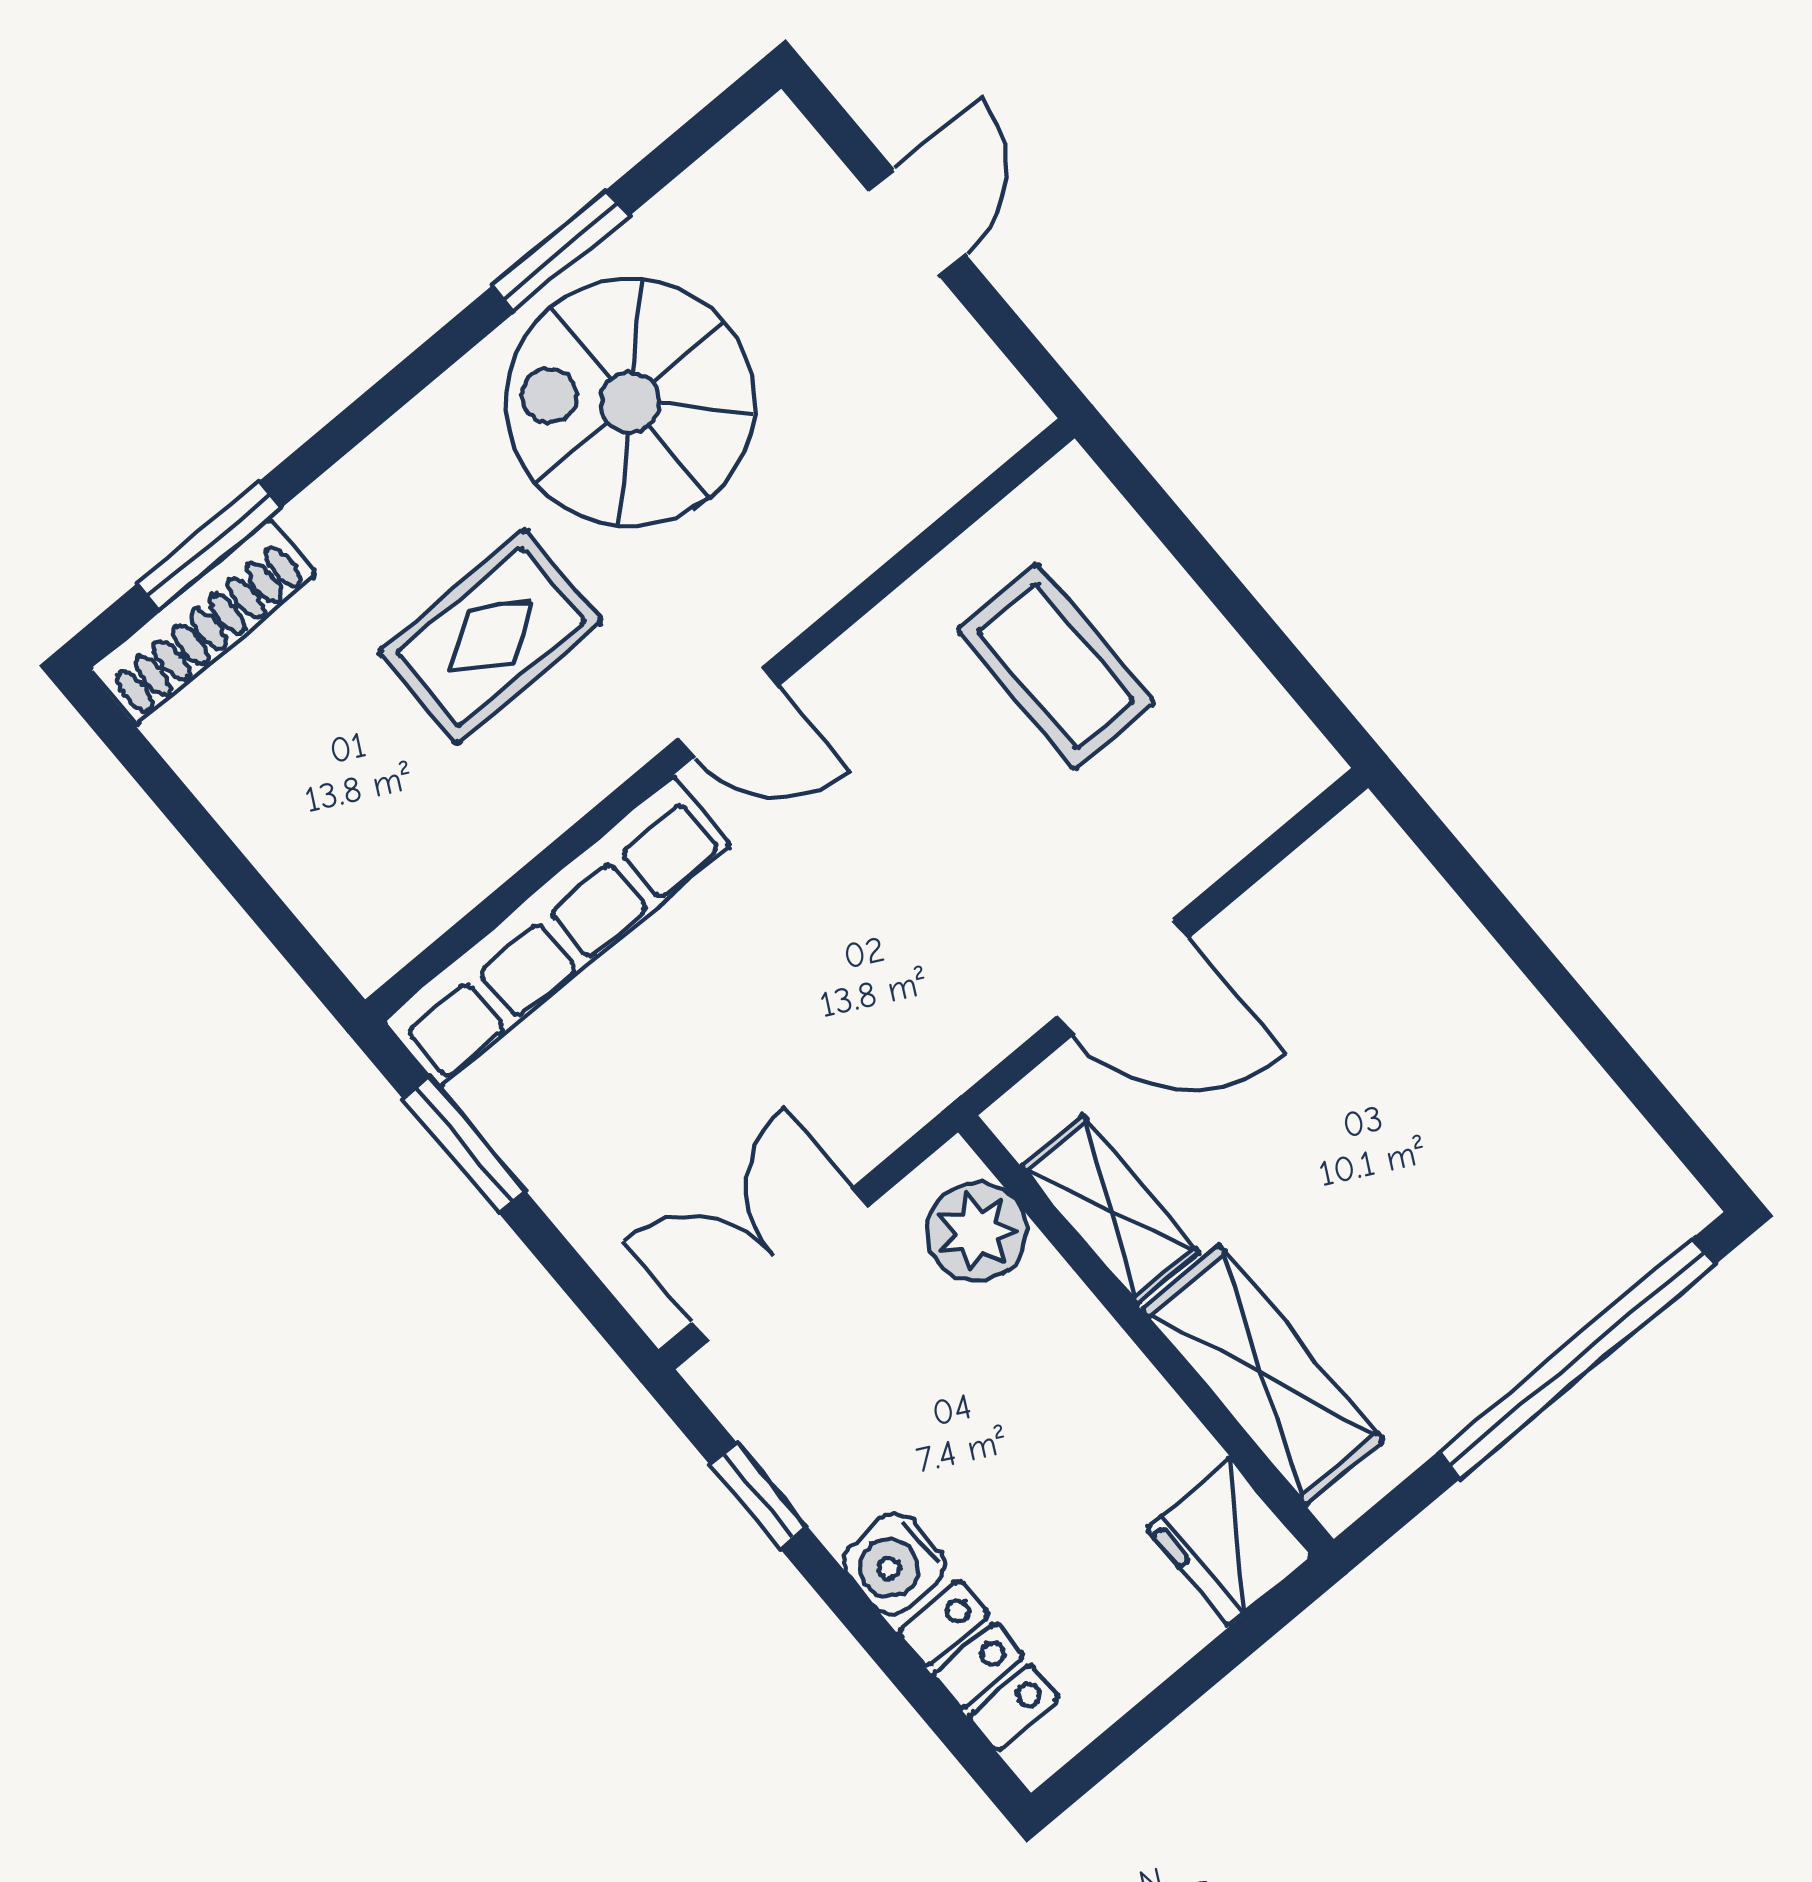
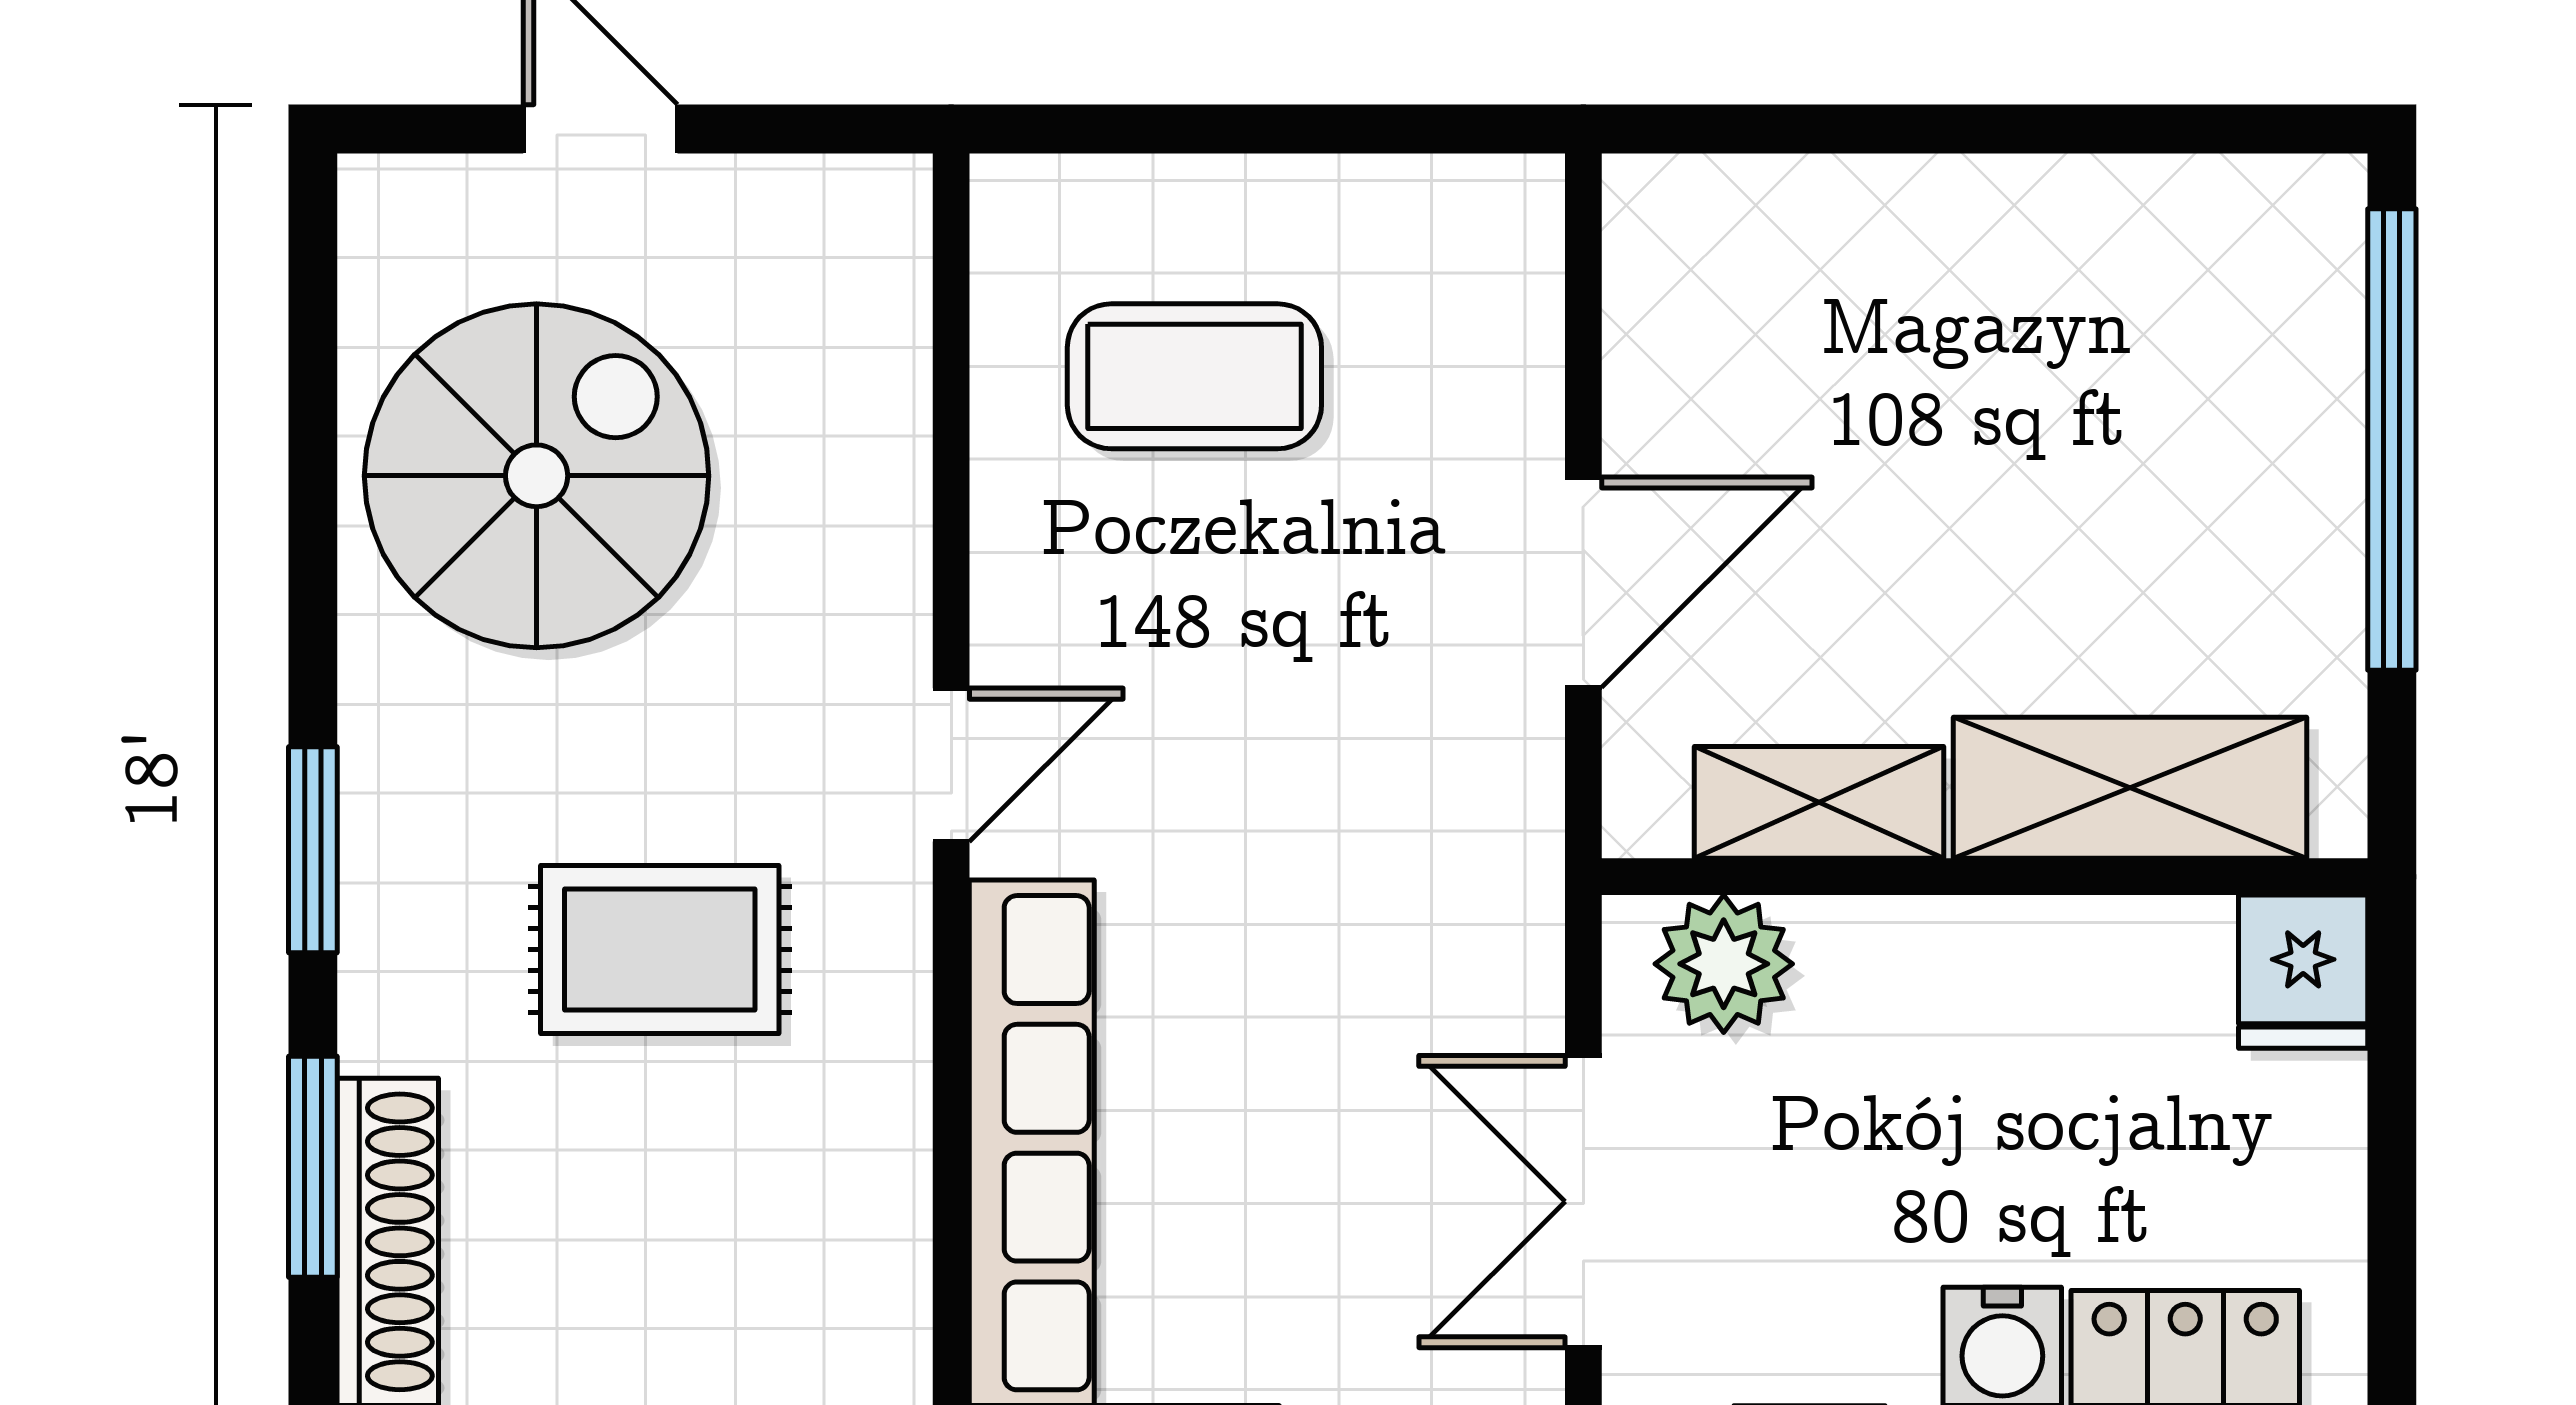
window: (560, 251) -> (313, 850), moved
spiral stairs: (630, 403) -> (537, 476), moved, turned 180
rug: (491, 637) -> (660, 950), turned 90
fridge: (1230, 1542) -> (2303, 972), width x0.72

